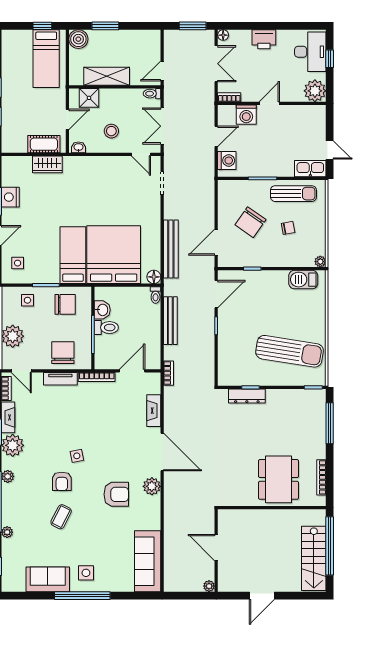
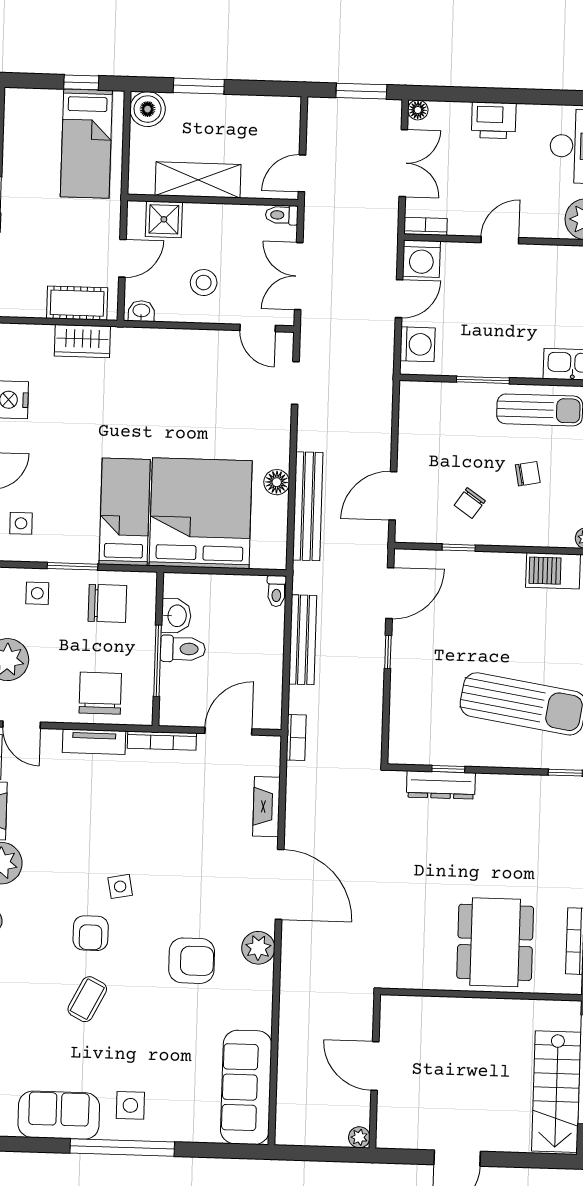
washing machine: (246, 115) -> (421, 259), moved
chair: (250, 222) -> (470, 503), moved, width x0.54, depth x0.54
floor lamp: (154, 277) -> (277, 482), moved

